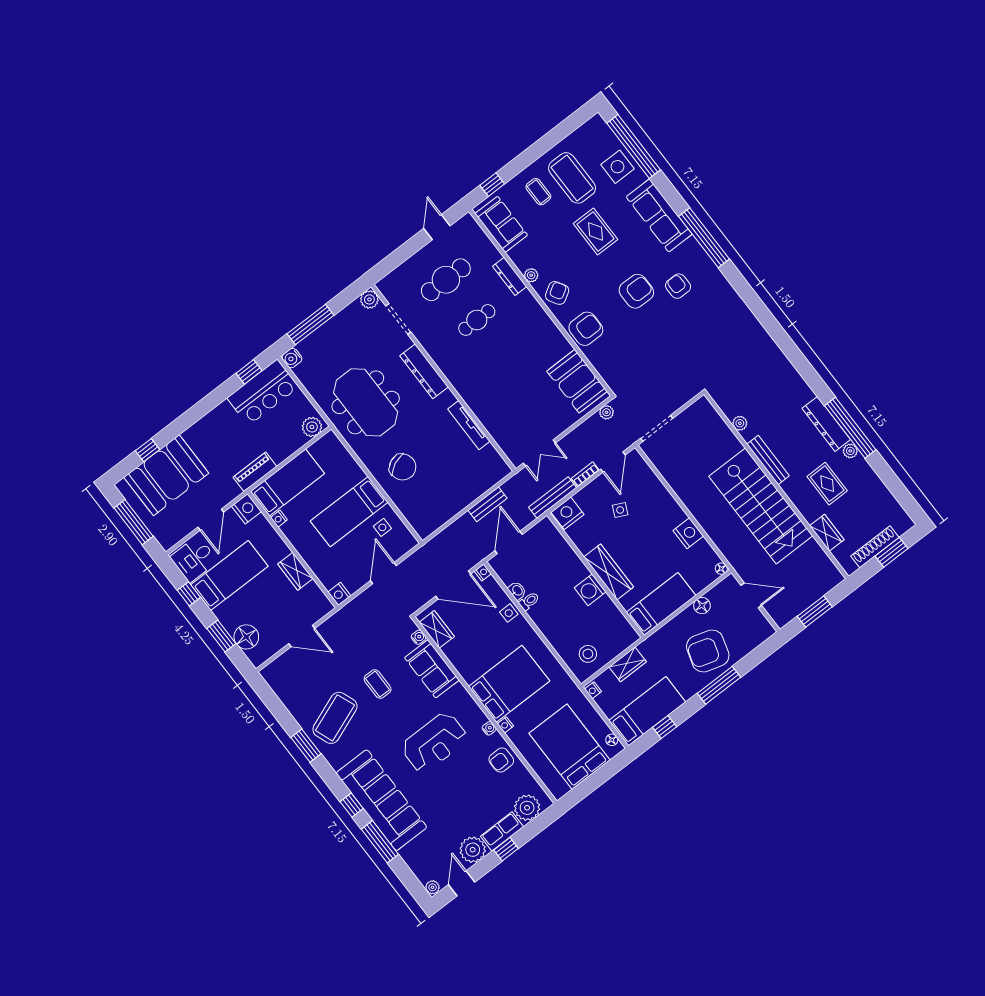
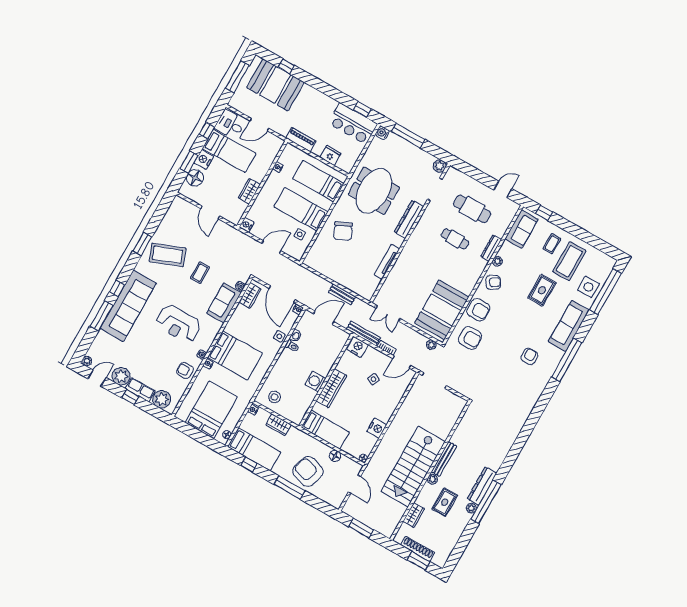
armchair: (636, 291) -> (470, 338), moved
booth: (577, 381) -> (442, 310), width x1.36, depth x1.42
plant: (740, 423) -> (432, 479), moved
plant: (312, 427) -> (344, 164), removed
fridge: (293, 441) -> (330, 155), added
bed: (287, 483) -> (318, 181), moved, turned 180
nightstand: (246, 509) -> (204, 160), moved, turned 180

